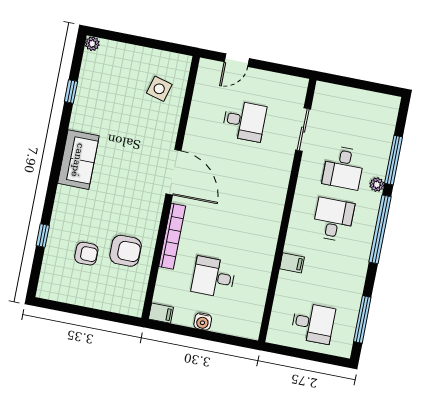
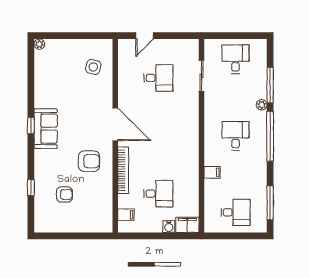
window: (71, 91) -> (31, 126), moved
desk: (343, 168) -> (236, 59), moved, turned 180
armchair: (126, 251) -> (89, 161), moved
desk: (214, 277) -> (158, 194), turned 180
filing cabinet: (161, 313) -> (126, 215), moved
water cooler: (203, 321) -> (169, 227), moved
filing cabinet: (244, 327) -> (187, 225), added

